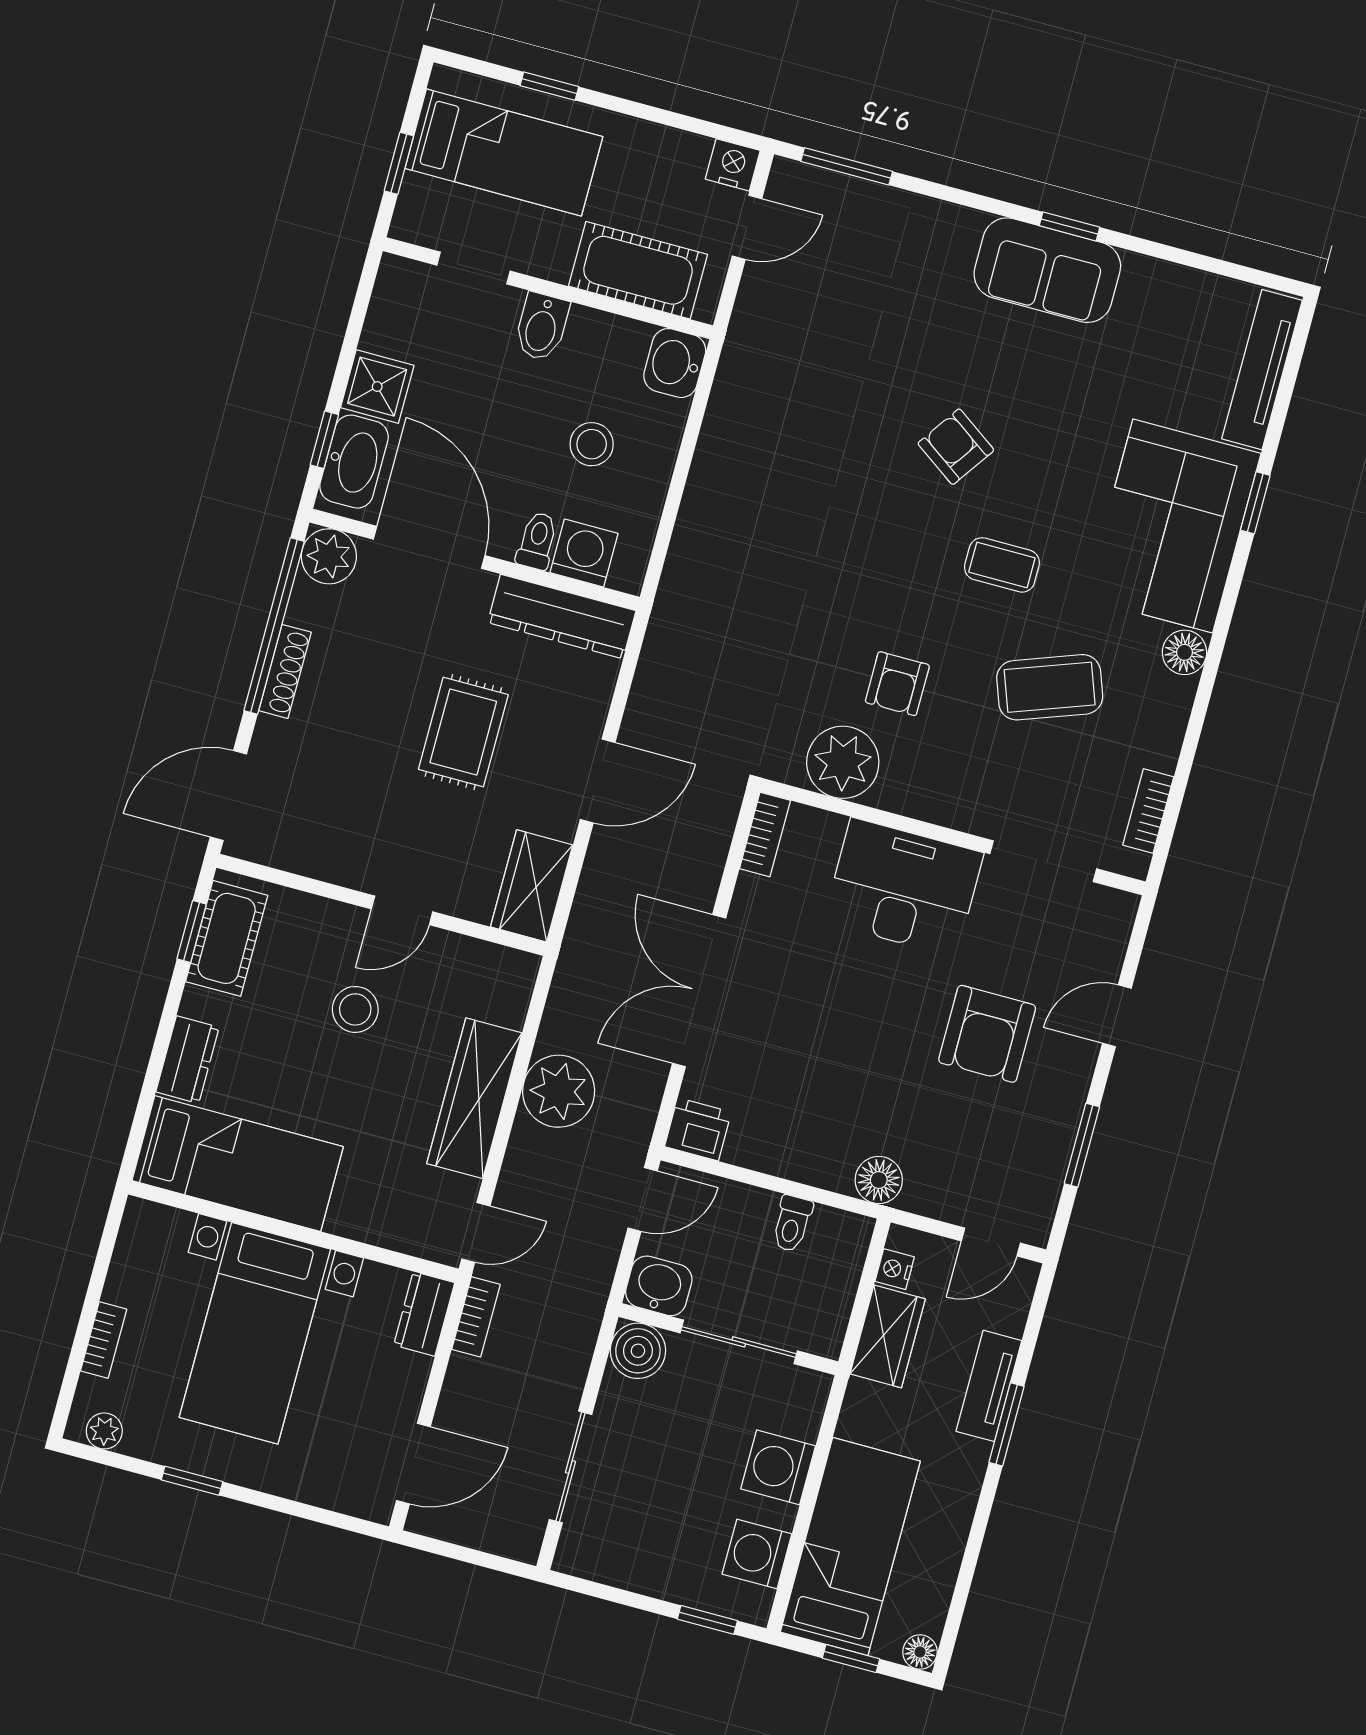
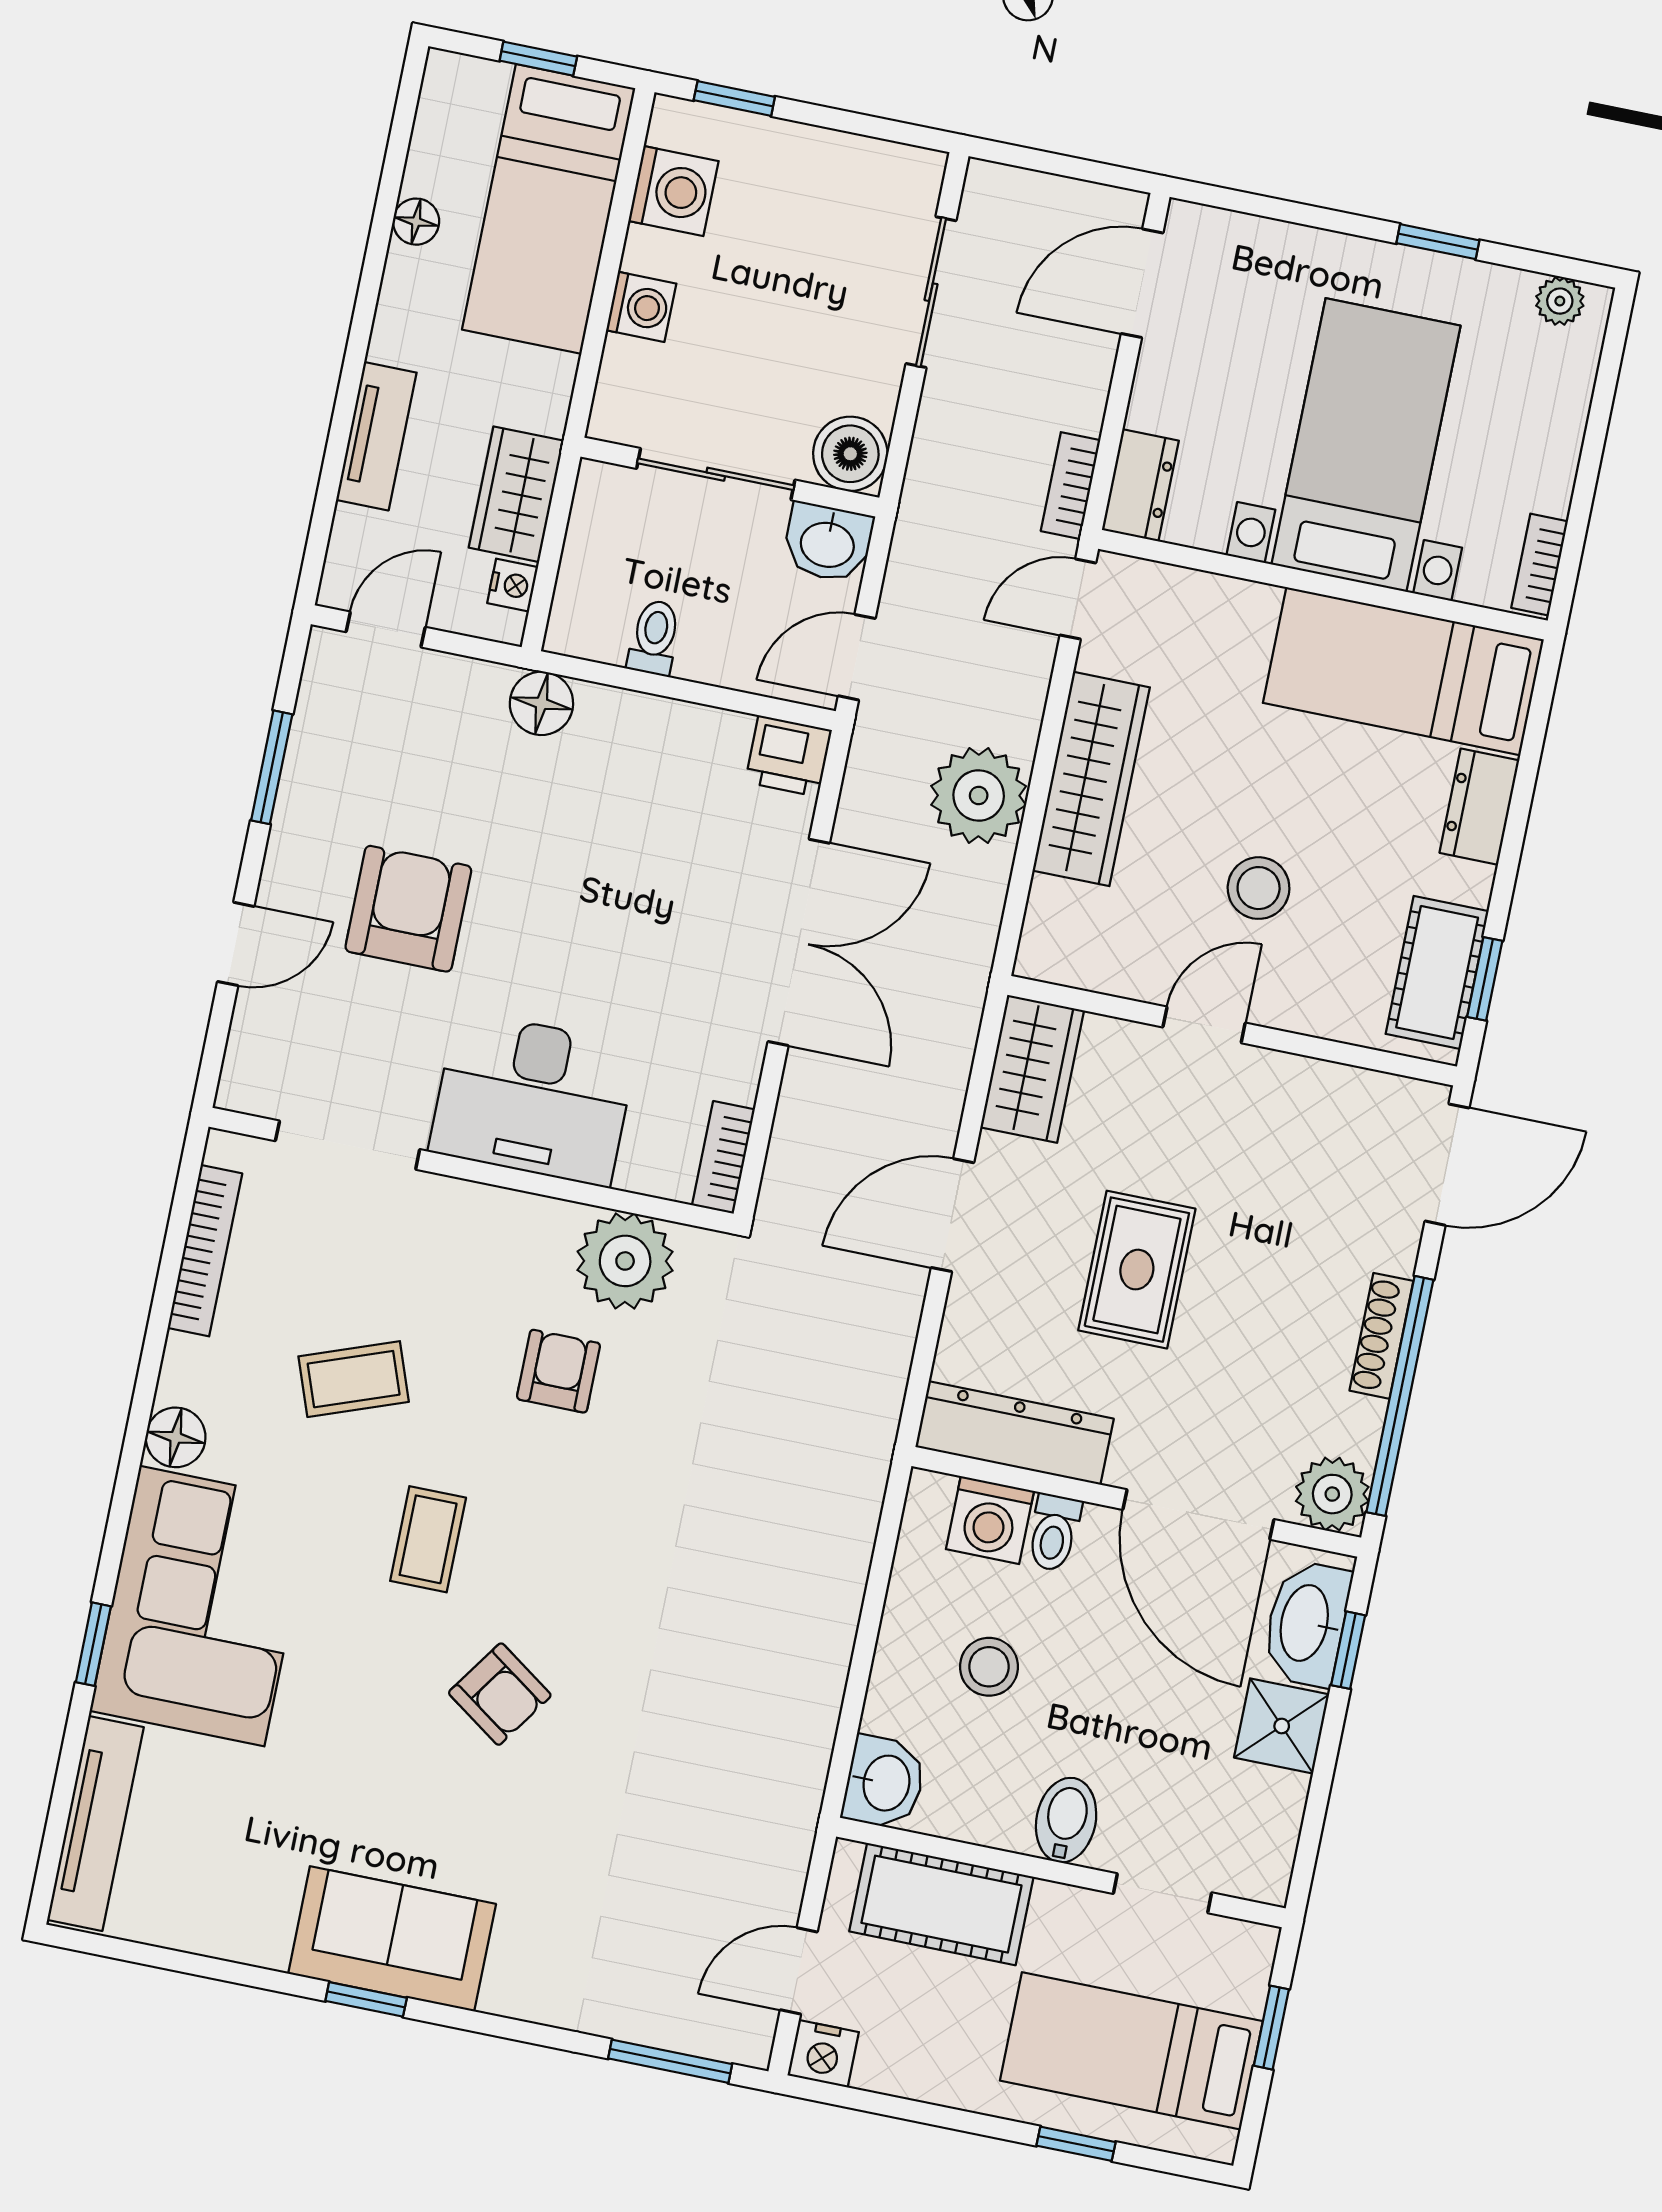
coffee table: (1002, 565) -> (428, 1539), turned 90
coffee table: (1050, 687) -> (354, 1379), width x0.73, depth x0.77
bookcase: (1148, 811) -> (205, 1251), width x1.56
bookcase: (104, 1340) -> (1540, 565), moved
window: (1007, 1424) -> (349, 386), removed
washing machine: (778, 1467) -> (641, 307), width x0.73, depth x0.73
floor lamp: (920, 1652) -> (416, 222), moved

